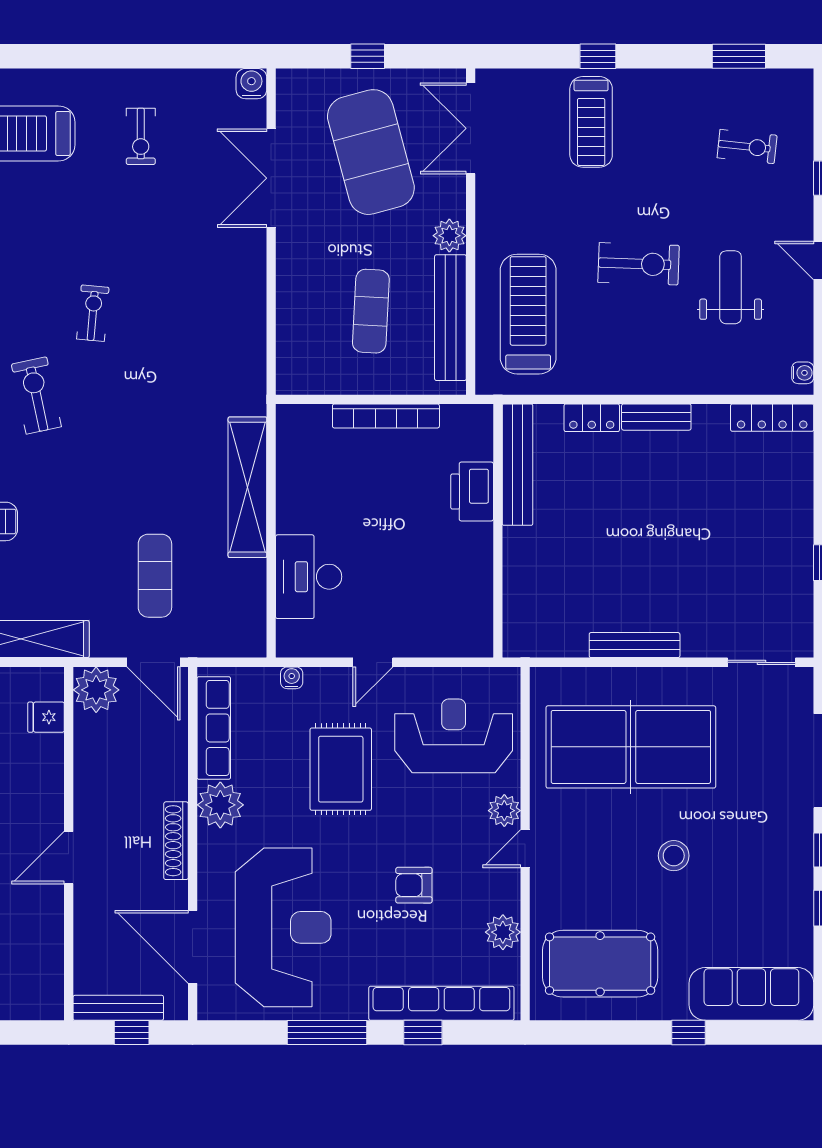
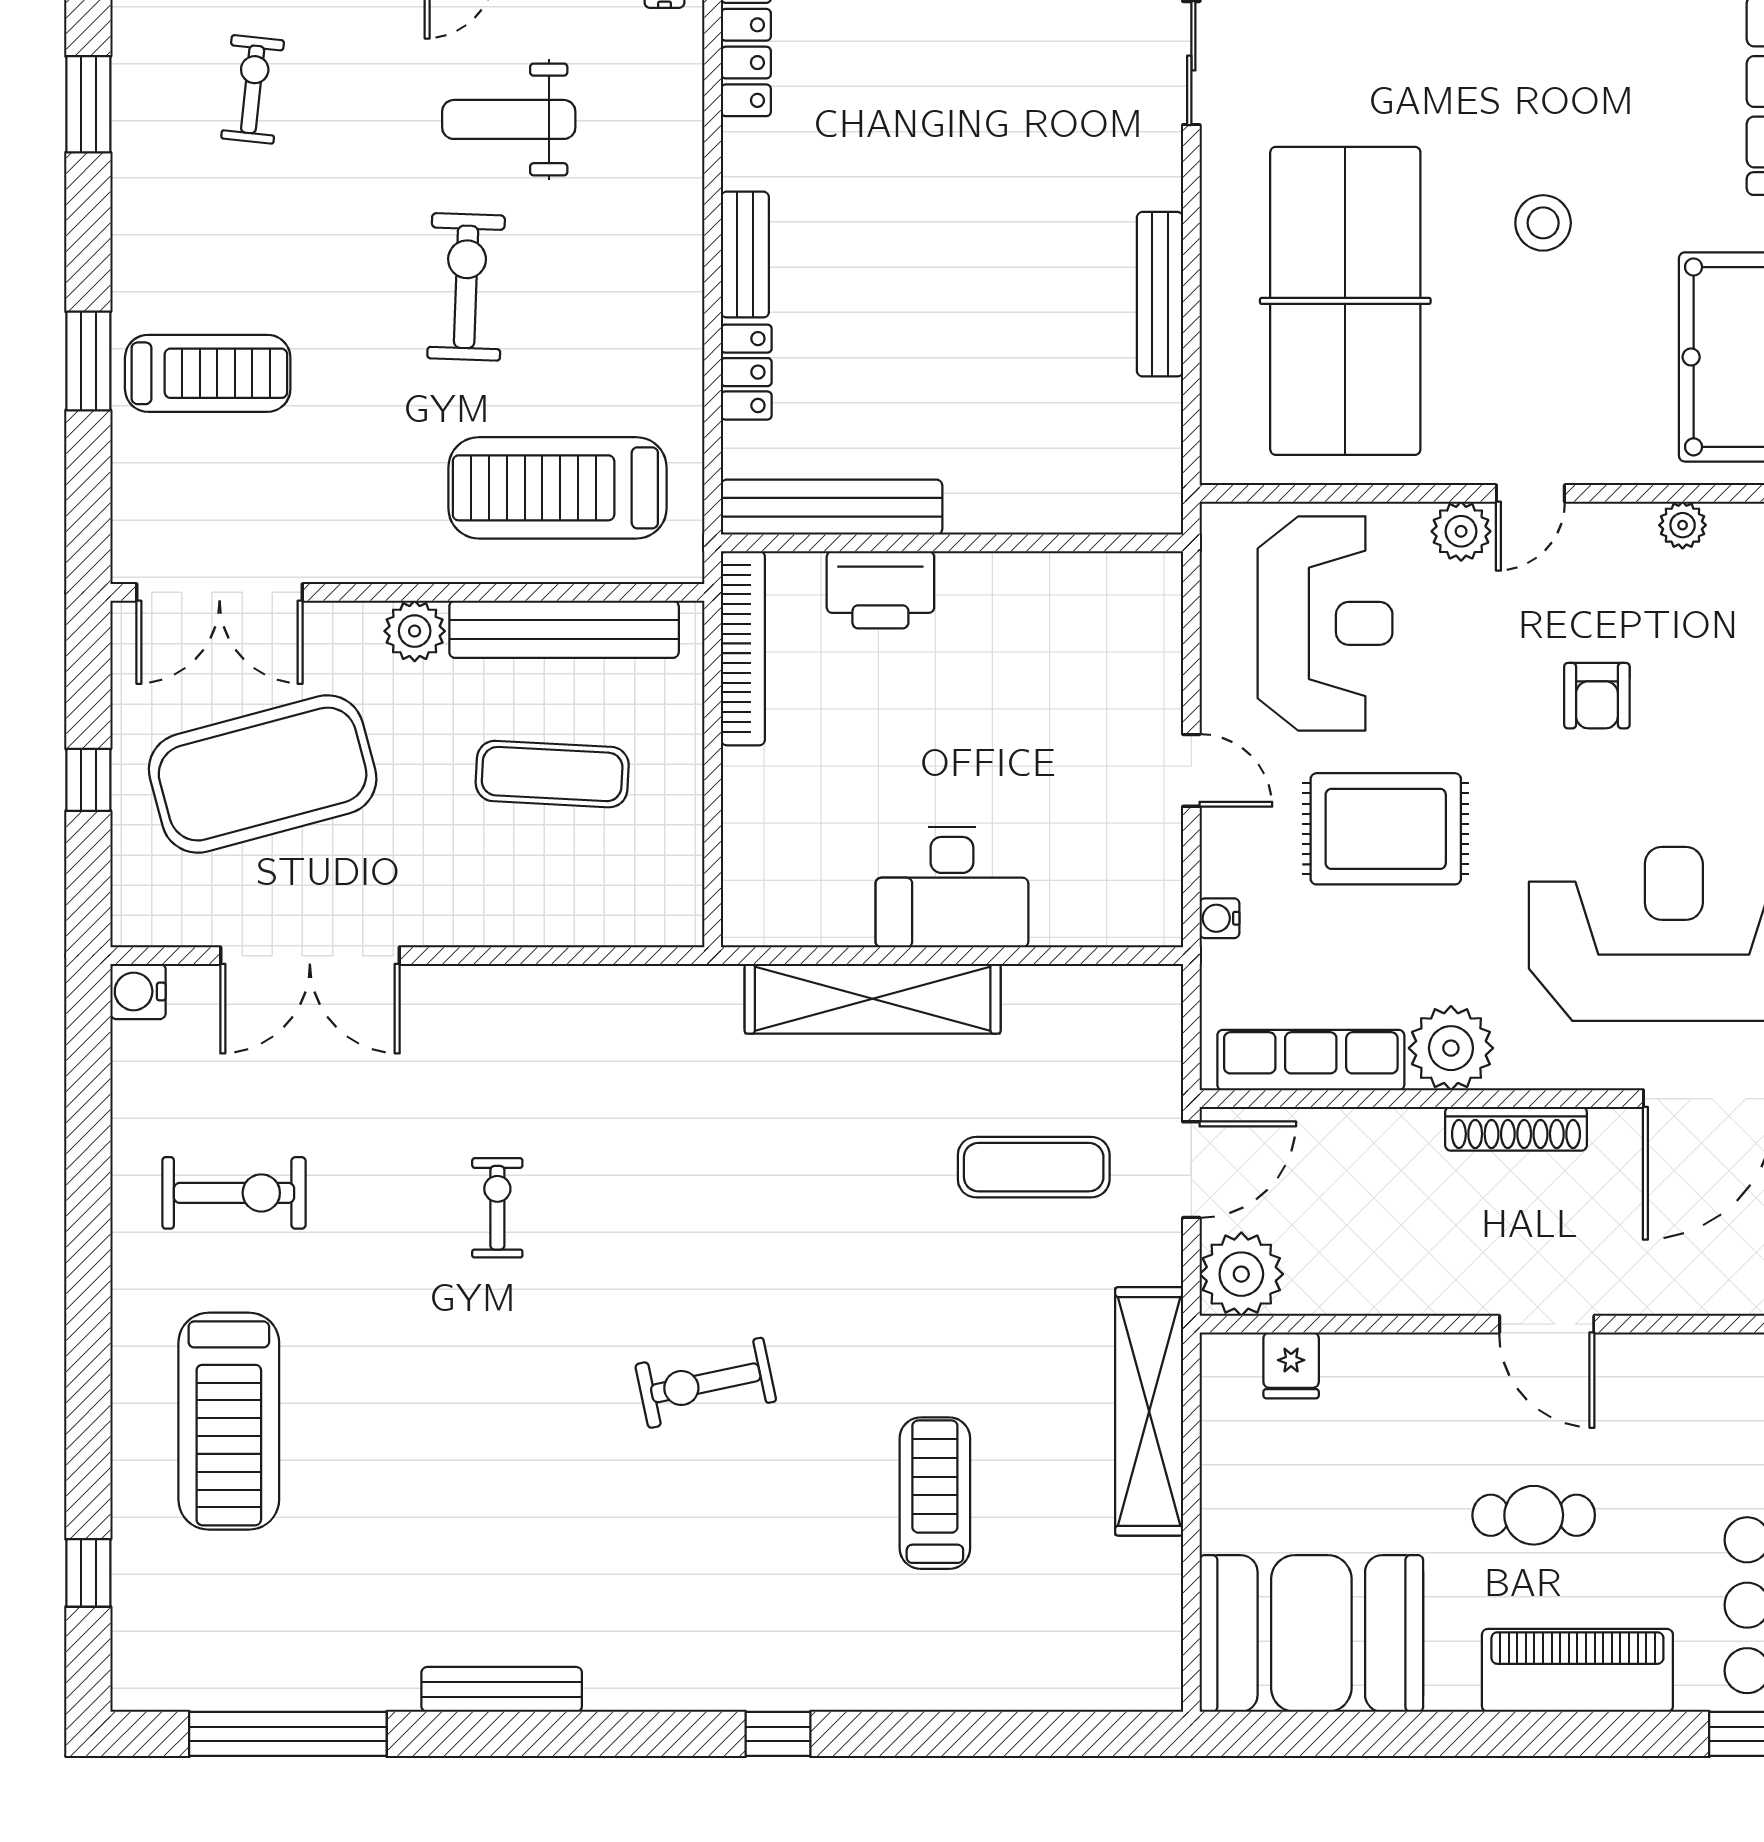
window: (598, 56) -> (88, 361), width x1.50
exercise bike: (141, 136) -> (234, 1193), width x1.38, depth x1.39
exercise bike: (93, 313) -> (497, 1208), moved, turned 85
bookcase: (386, 416) -> (743, 648), moved
desk: (309, 577) -> (952, 887), moved
reception desk: (454, 736) -> (1325, 623), turned 180
door: (525, 849) -> (1530, 493), hinge flipped
plant: (503, 932) -> (1683, 525), width x0.73, depth x0.73

